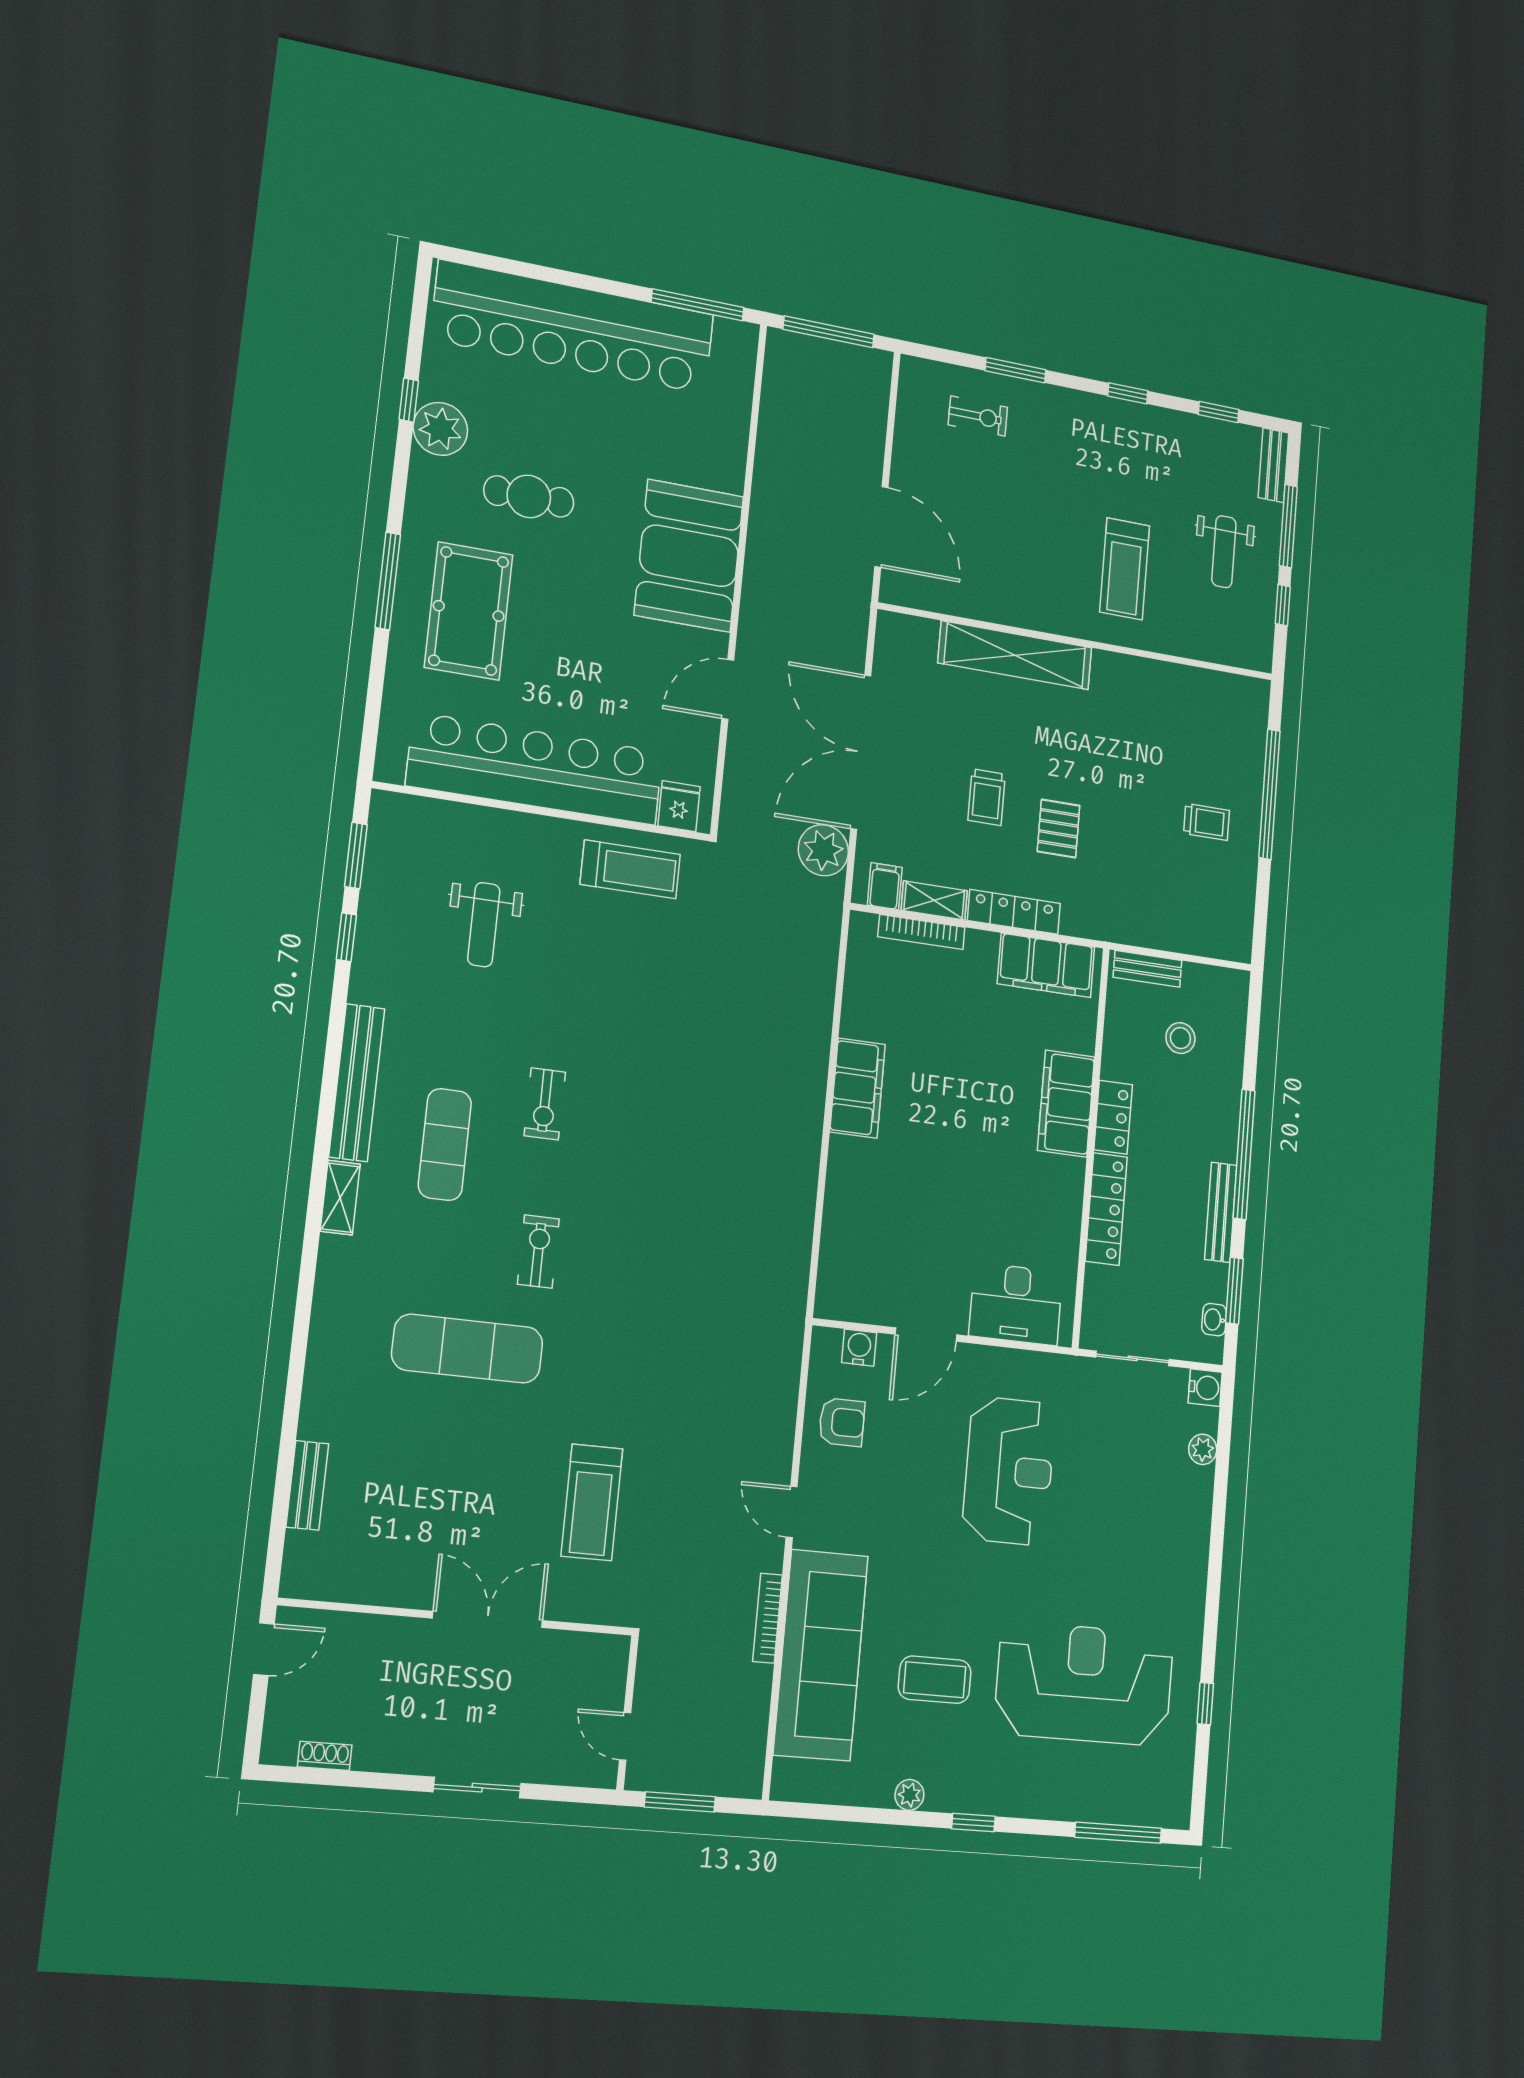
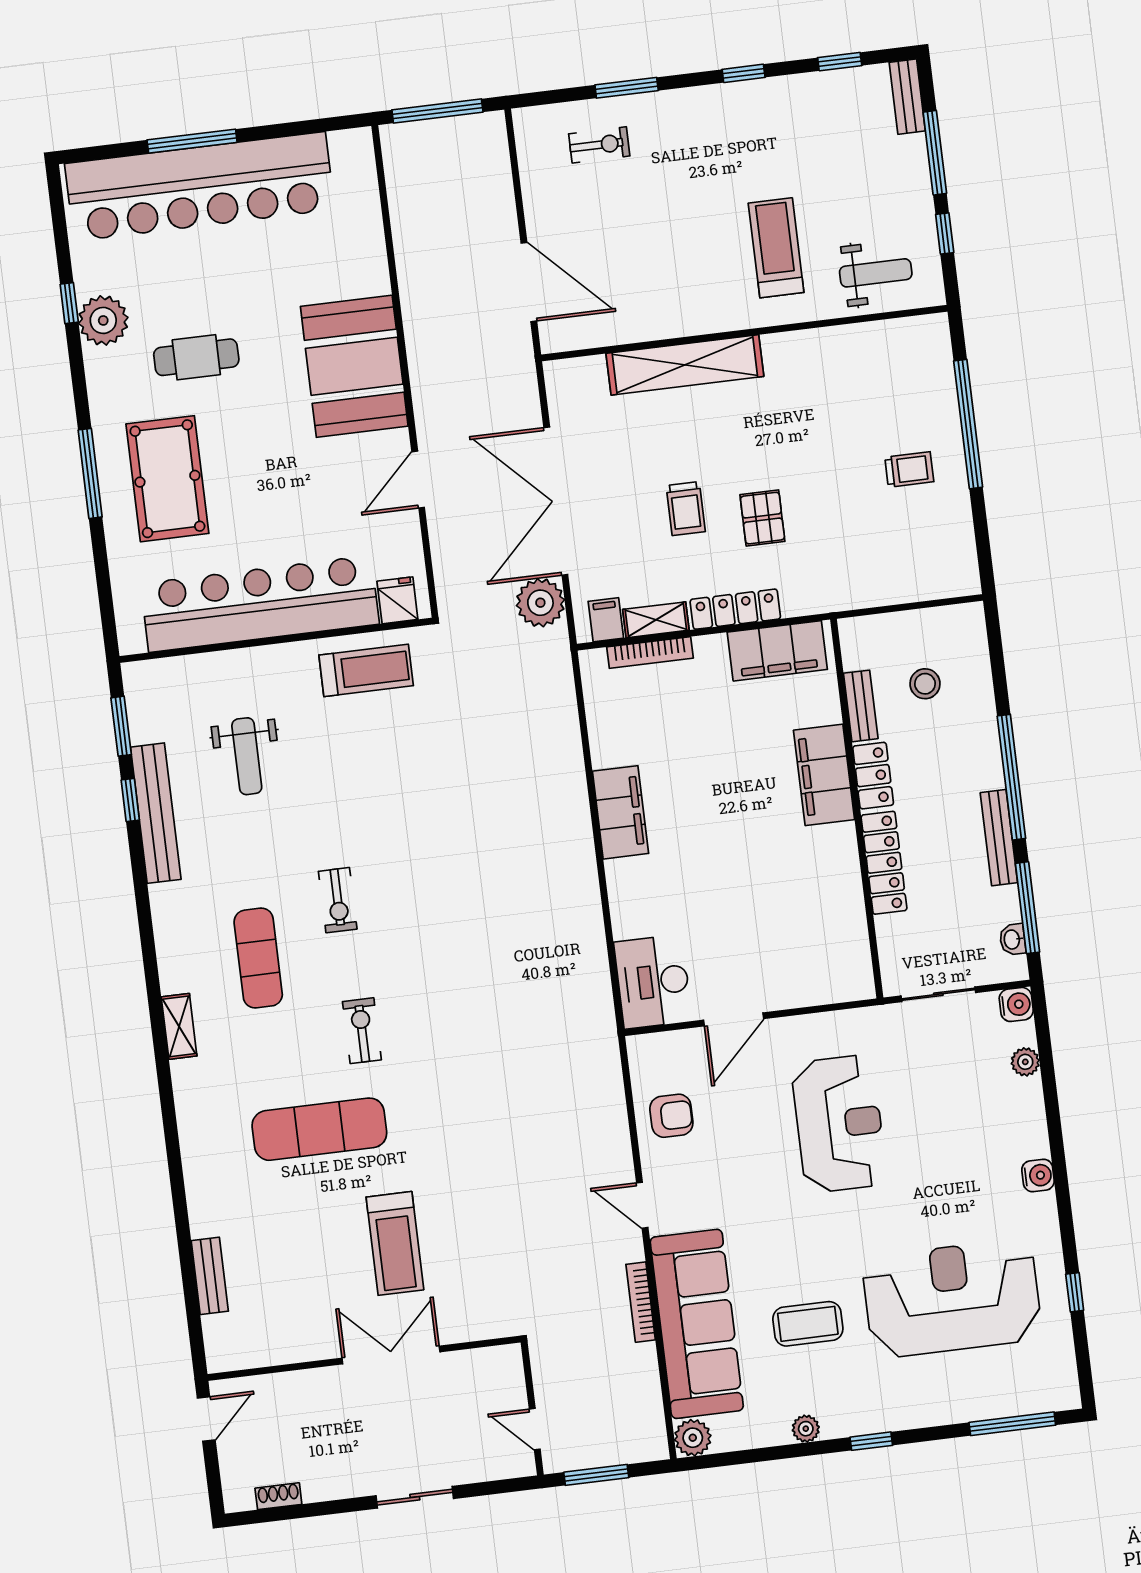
window: (698, 305) -> (192, 141), moved
weight bench: (1224, 552) -> (876, 273), moved, turned -90
treadmill: (1125, 569) -> (776, 248), turned 180
bench: (1147, 969) -> (861, 706), moved, turned 90
bench: (357, 1083) -> (156, 813), moved
window: (1234, 1291) -> (1027, 908), width x1.44
desk: (1016, 1304) -> (653, 982), moved, turned 90
water cooler: (859, 1348) -> (1038, 1175), moved, turned 90
treadmill: (592, 1502) -> (395, 1243), moved
plant: (791, 1781) -> (693, 1438), added

